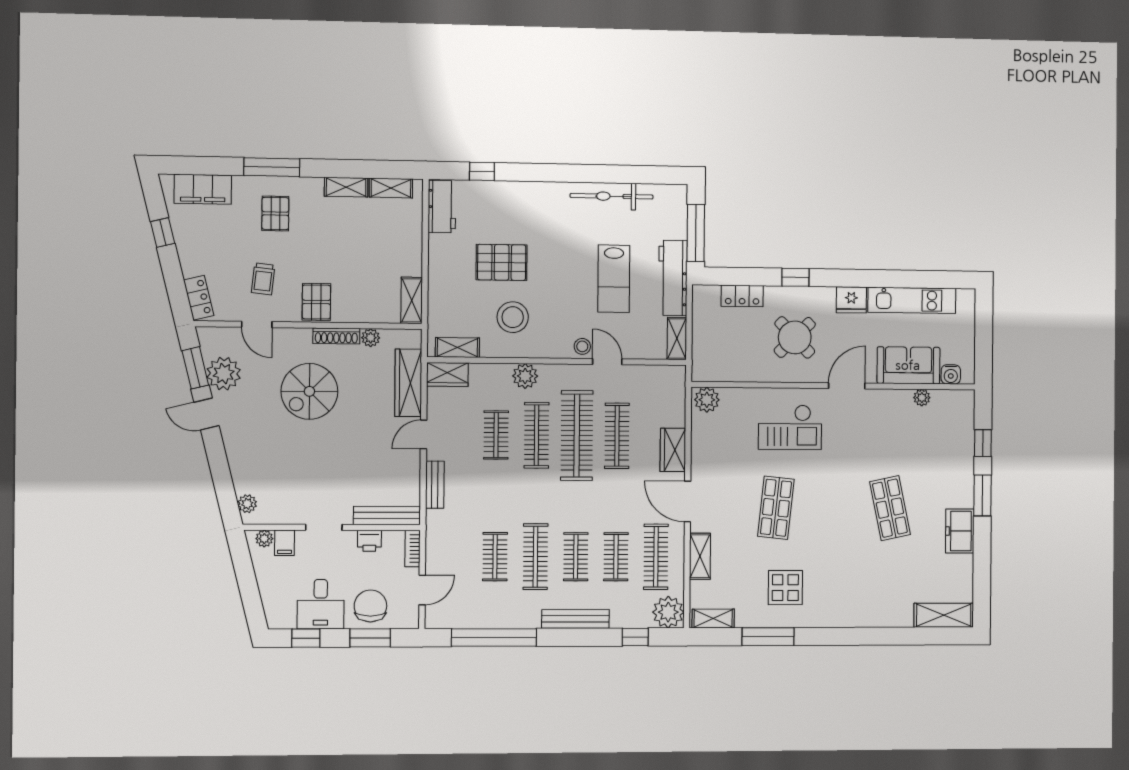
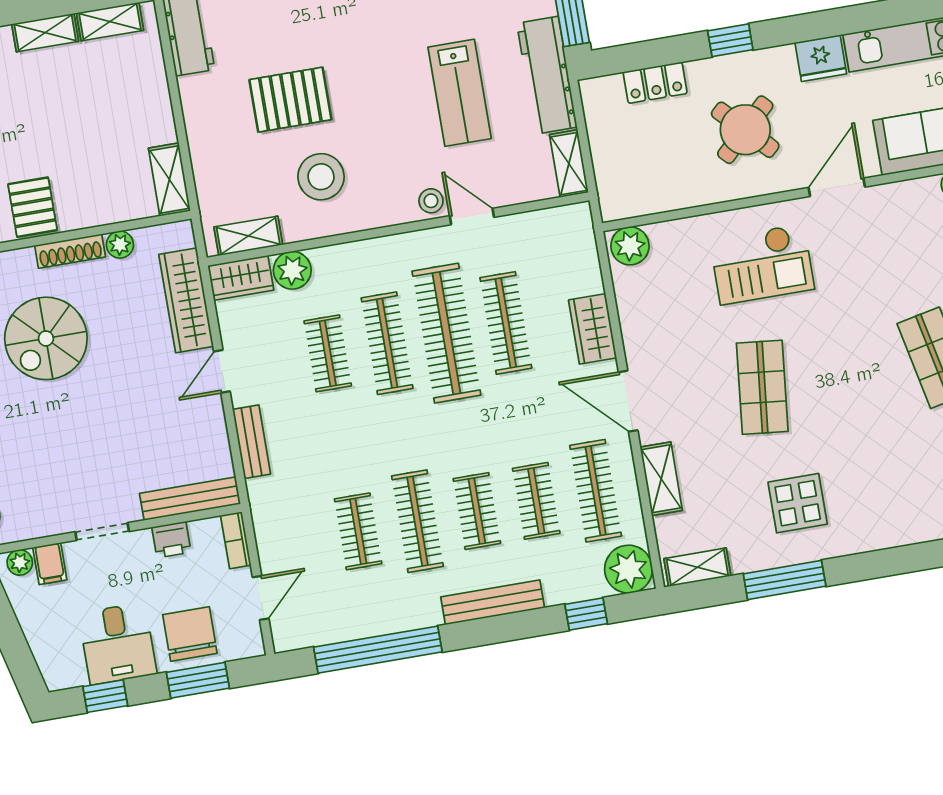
plant: (525, 376) -> (292, 270), moved

